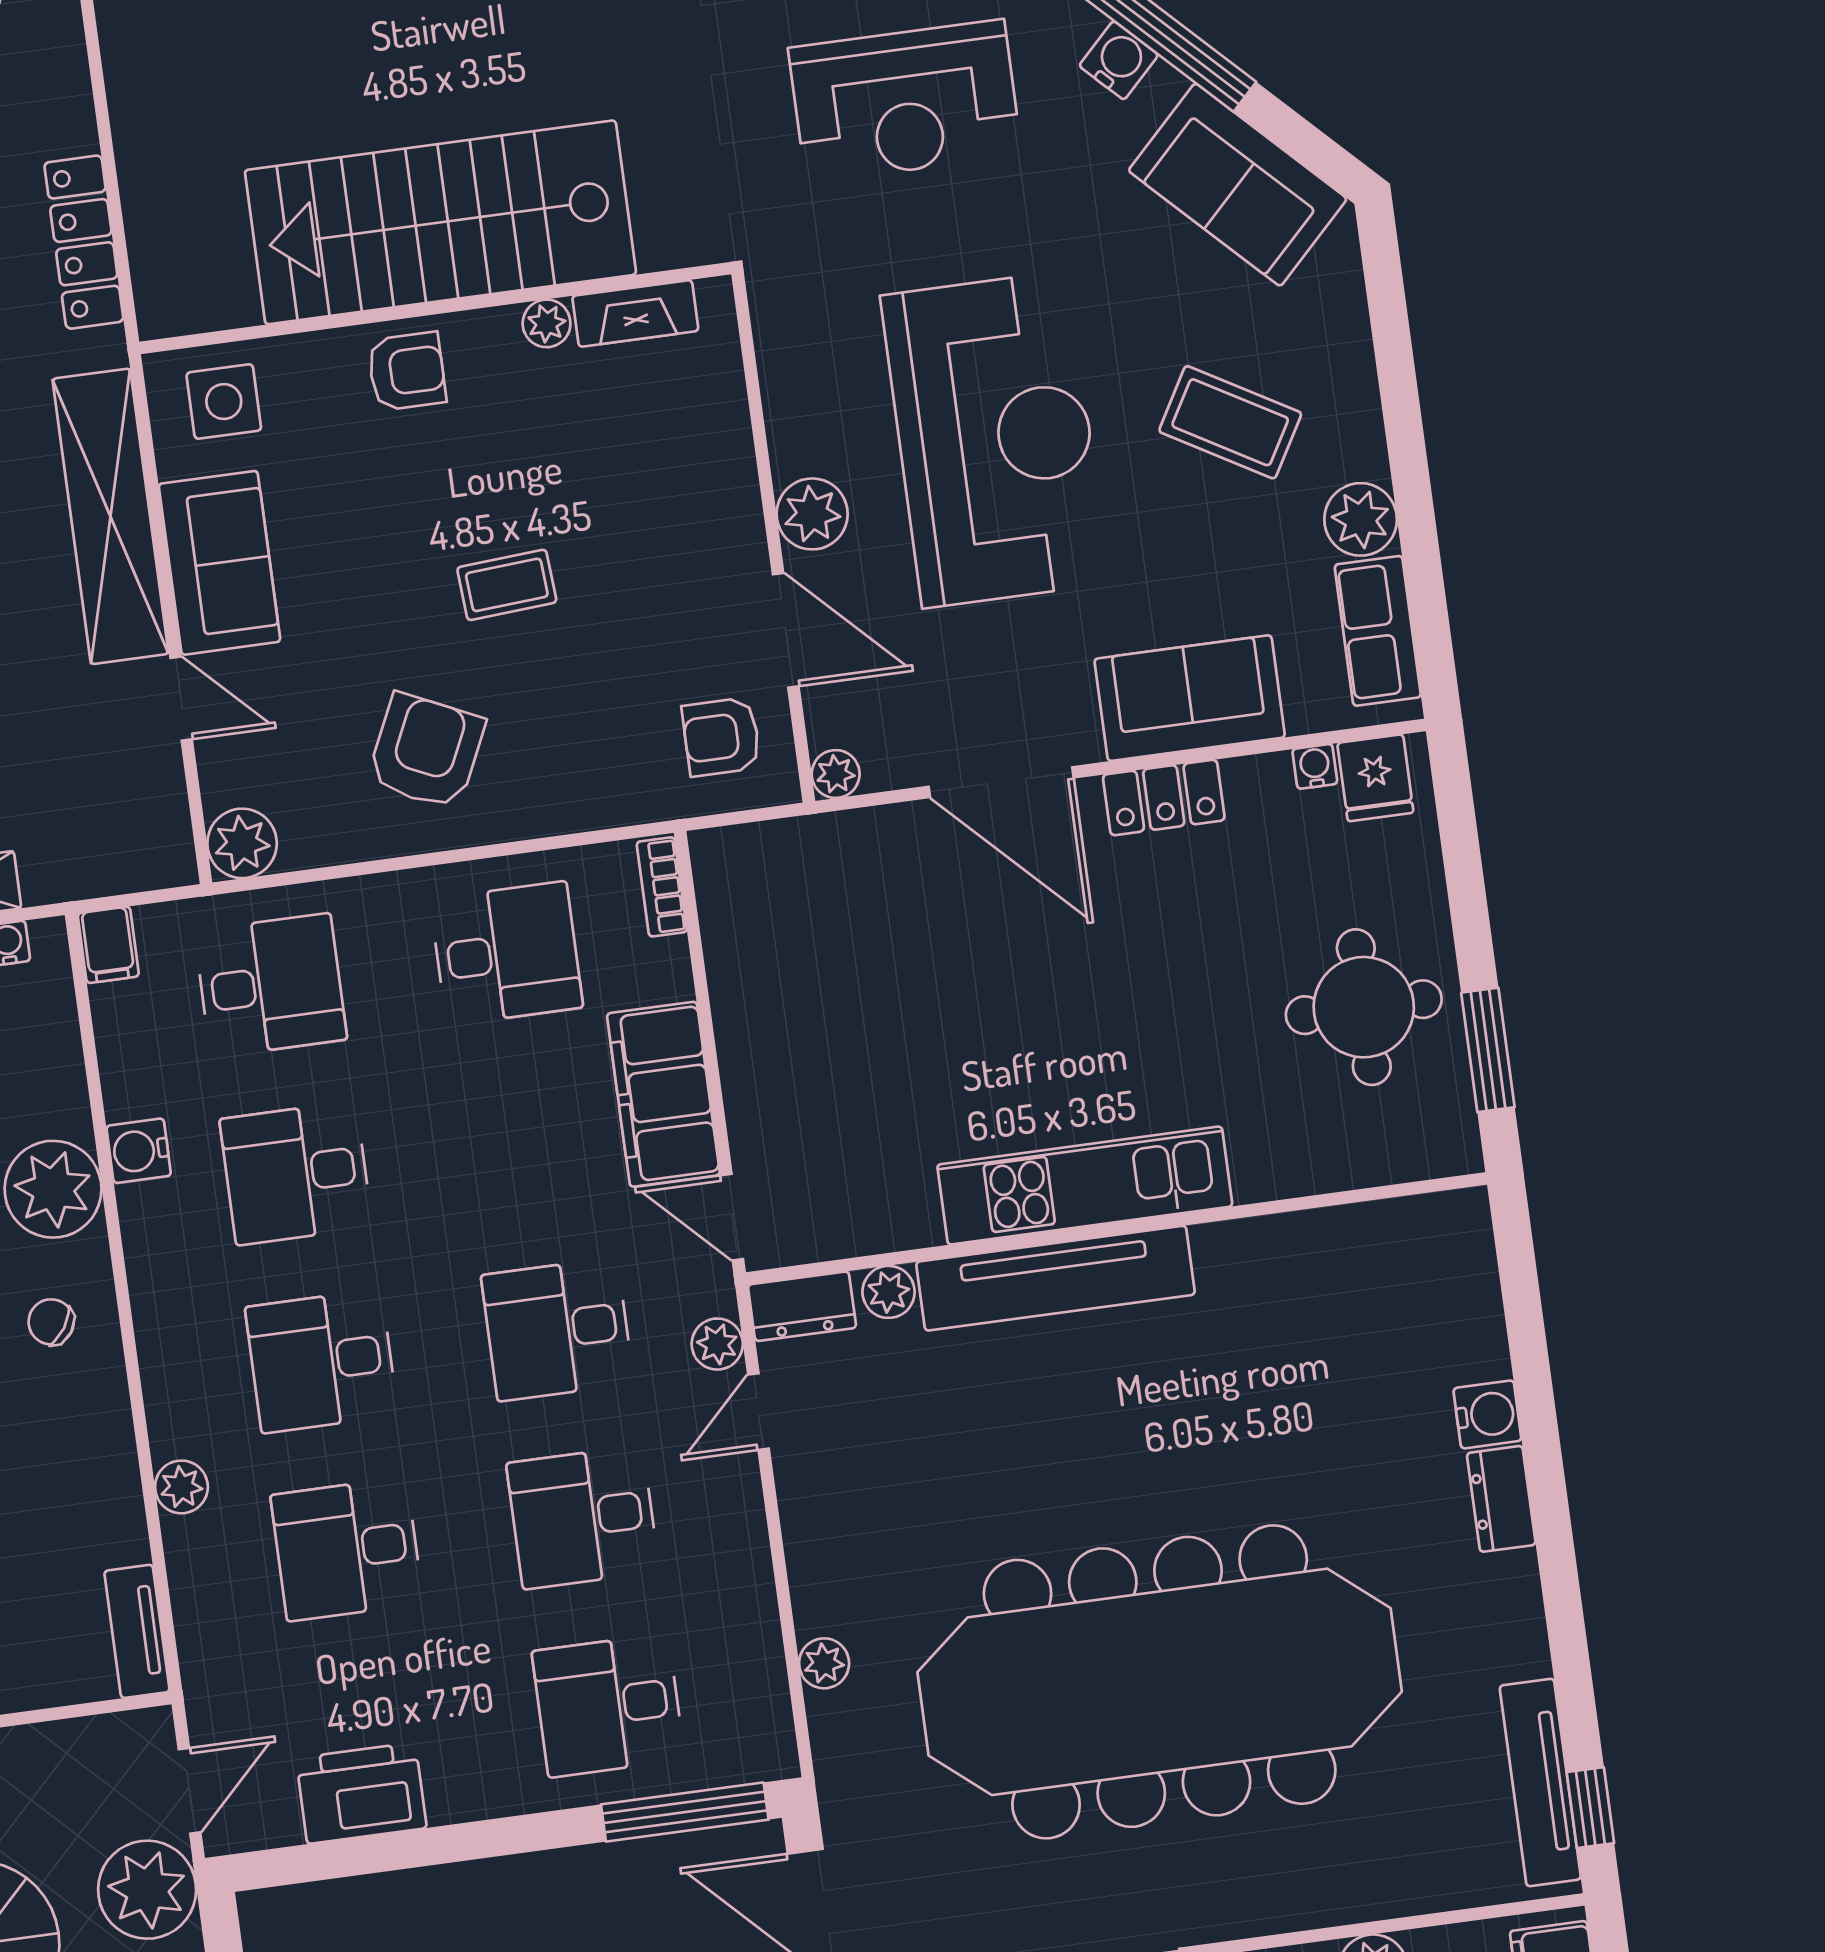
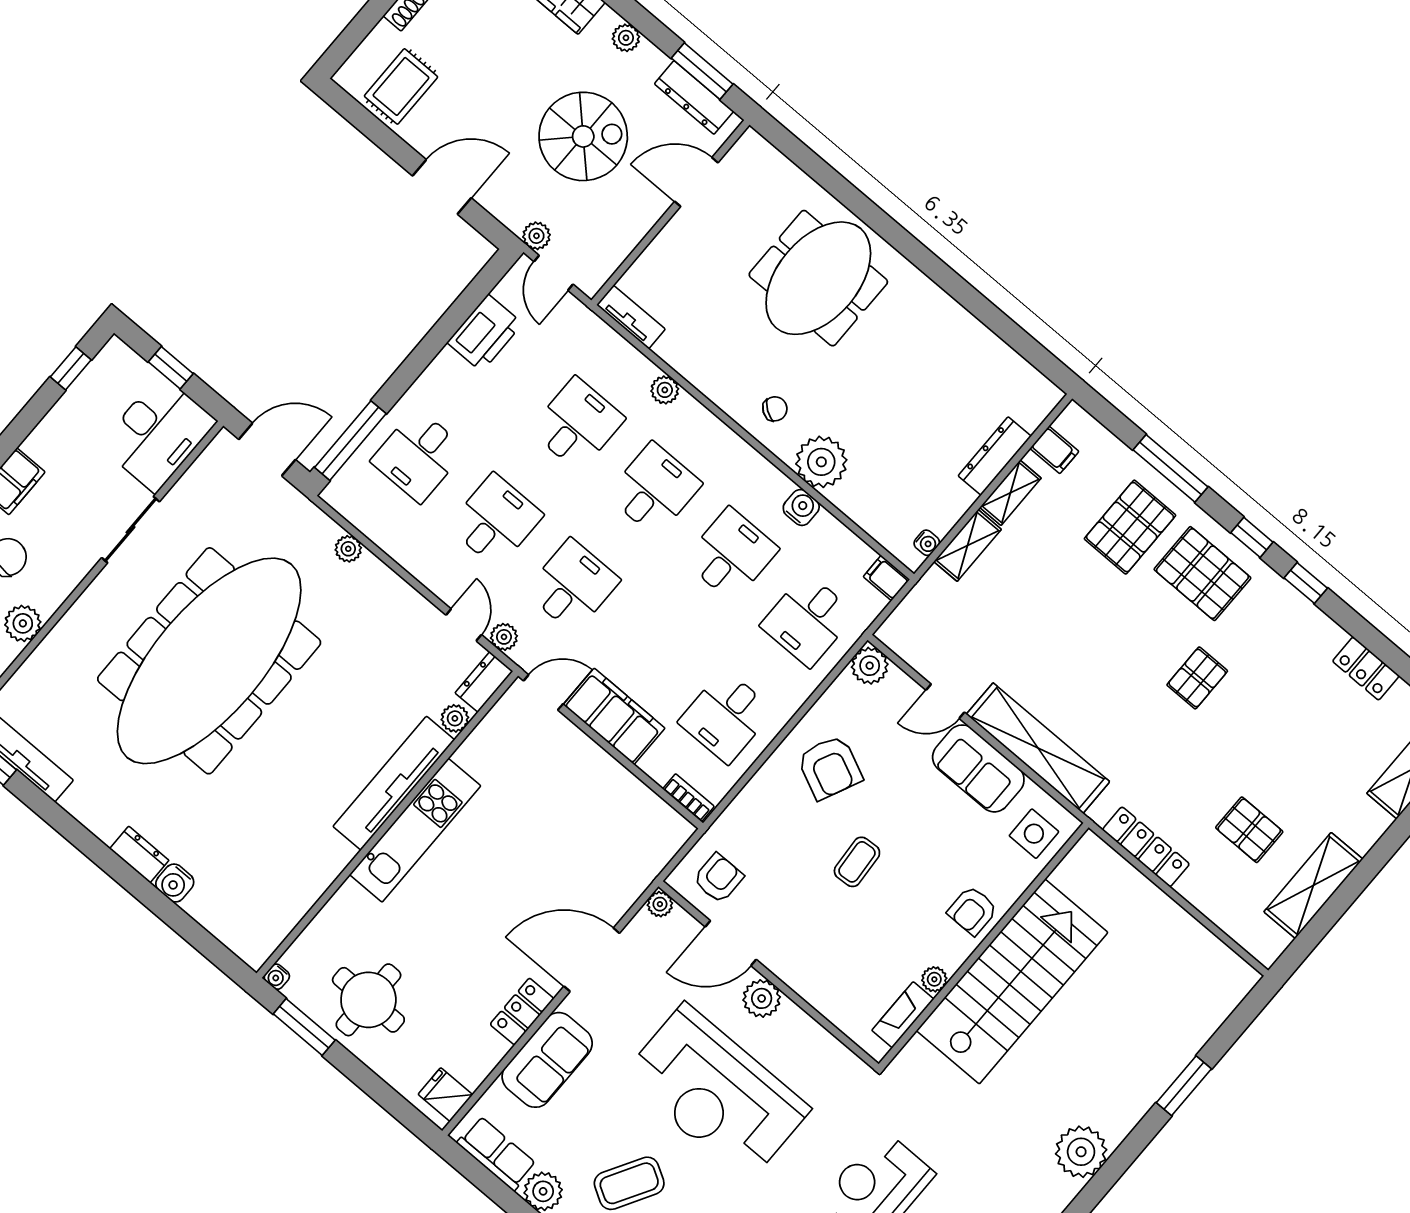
water cooler: (1315, 766) -> (277, 977), moved, turned 90
desk: (608, 1705) -> (419, 455), turned 180
plant: (147, 1890) -> (536, 236), width x0.53, depth x0.53

